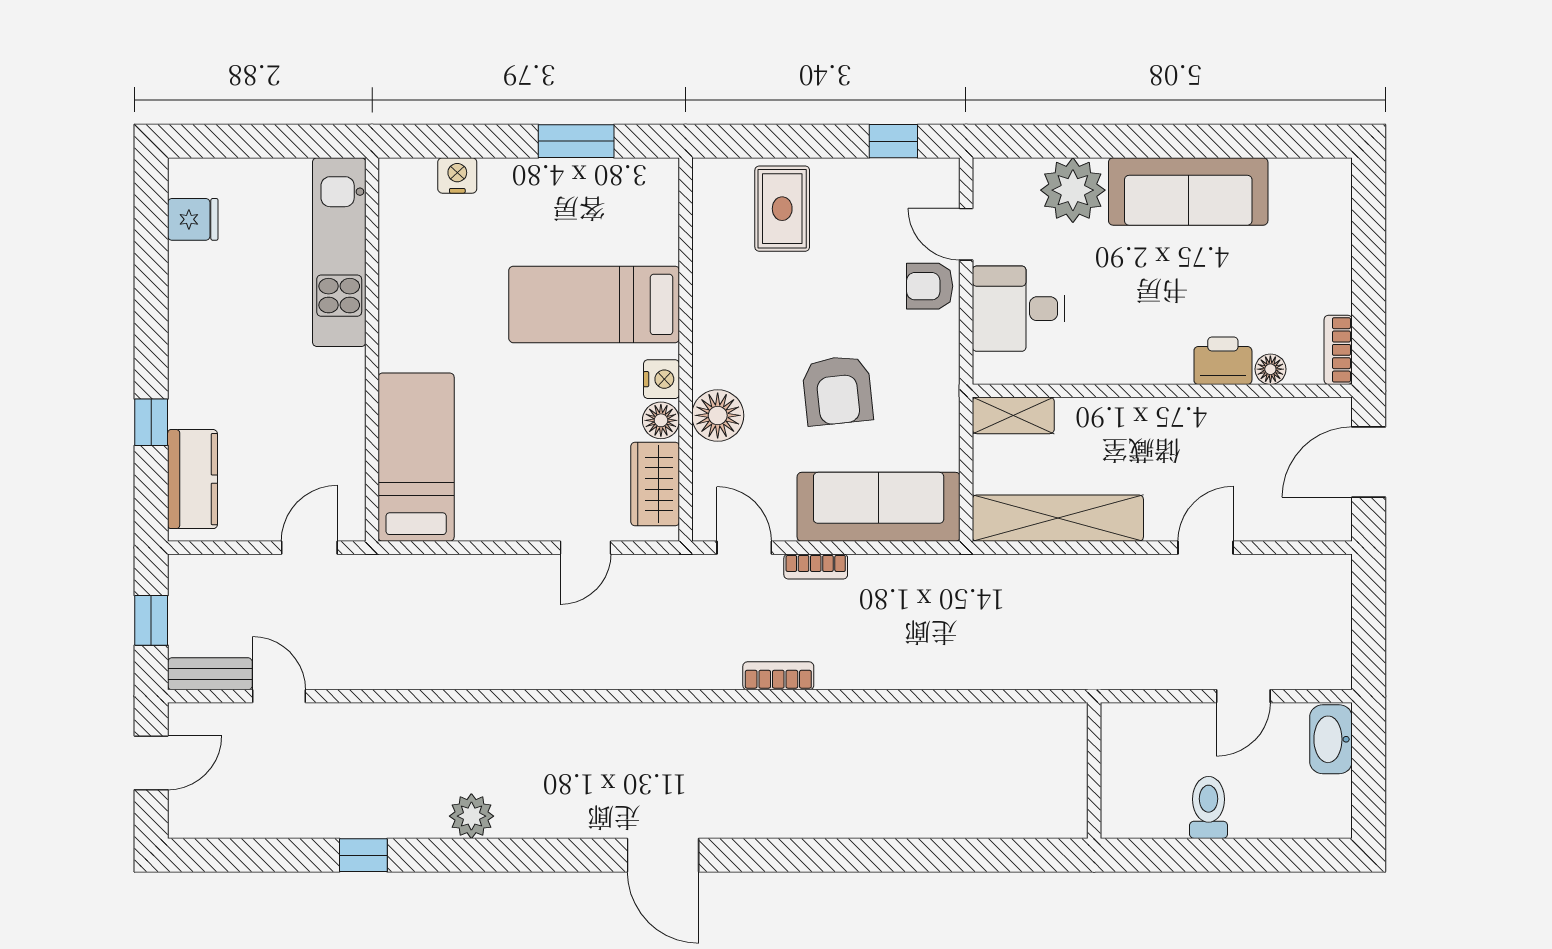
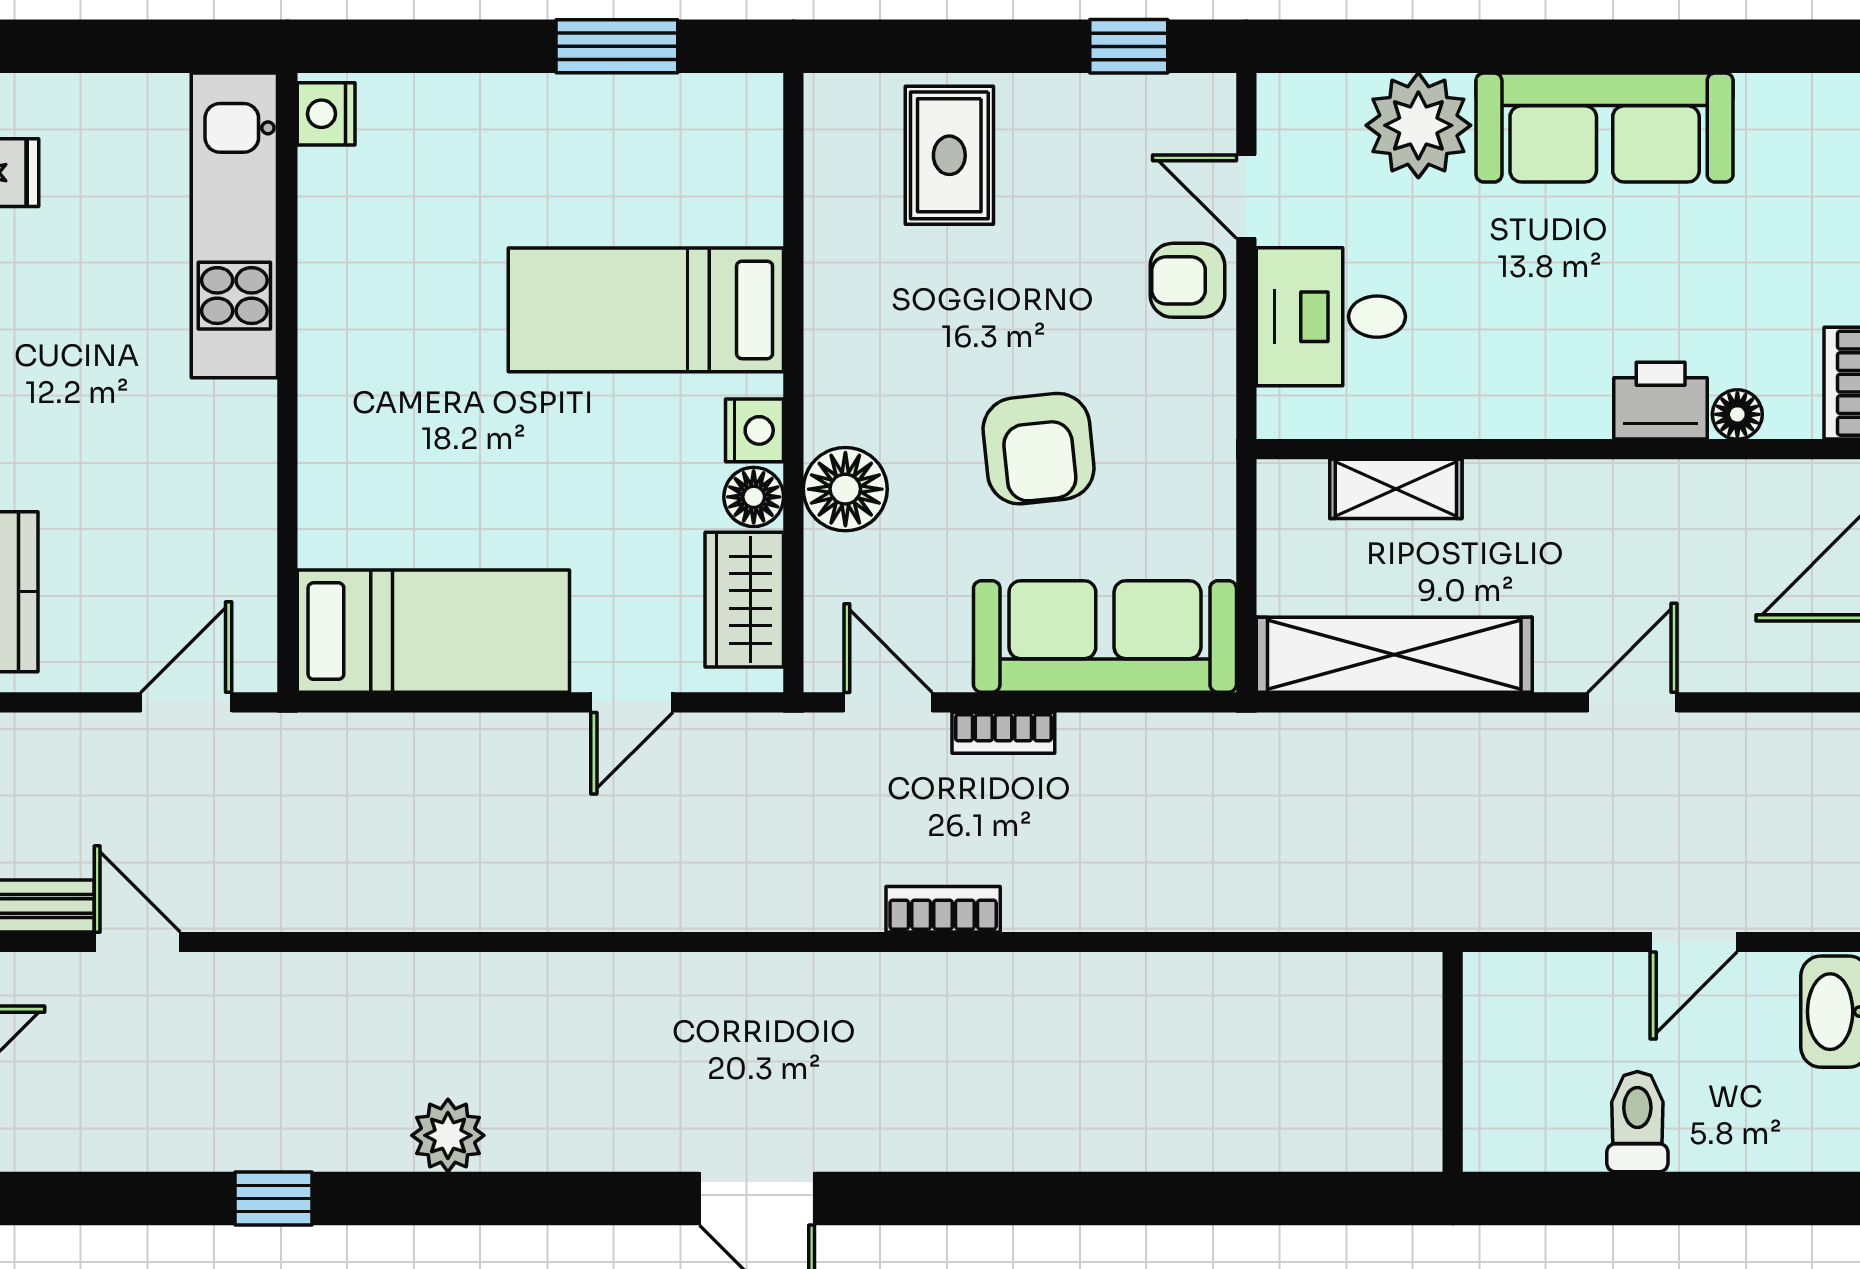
nightstand: (457, 175) -> (326, 114), moved, turned -90
shelving: (1013, 415) -> (1396, 489), moved
bed: (416, 457) -> (433, 631), moved, turned 90

